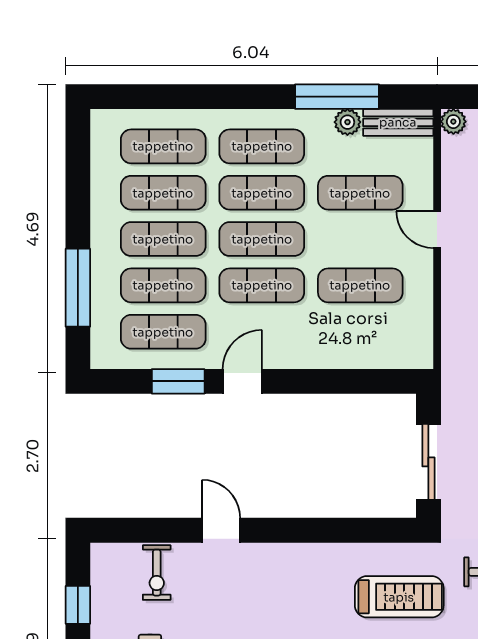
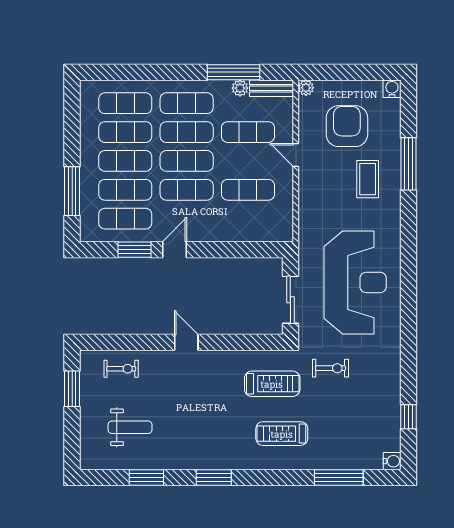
door: (221, 530) -> (186, 342), moved
exercise bike: (157, 573) -> (121, 369), turned -90
window: (78, 605) -> (72, 389), width x1.50

